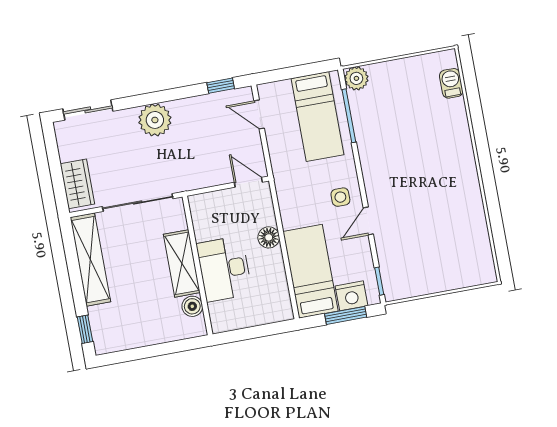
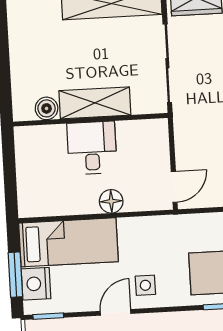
door: (368, 221) -> (115, 312), hinge flipped
desk: (224, 269) -> (92, 148), width x0.73

